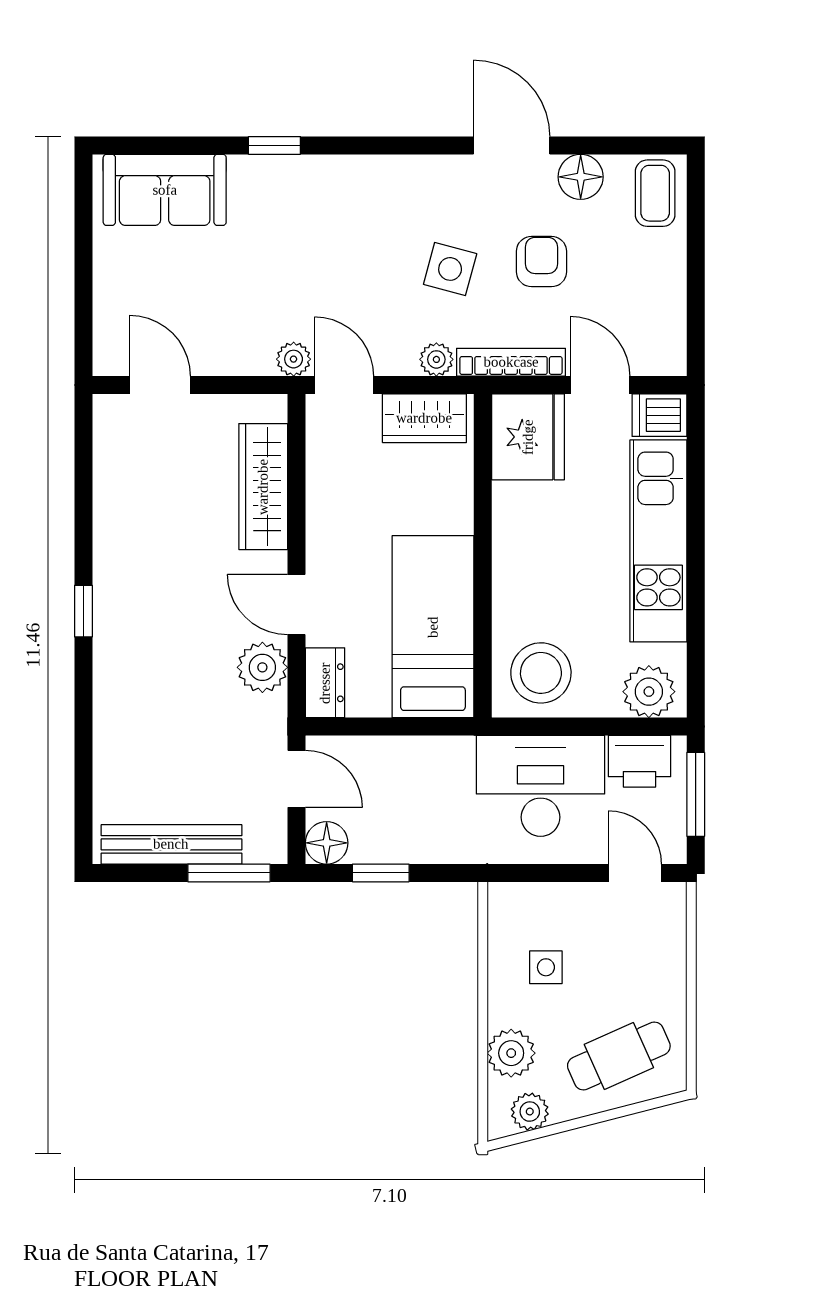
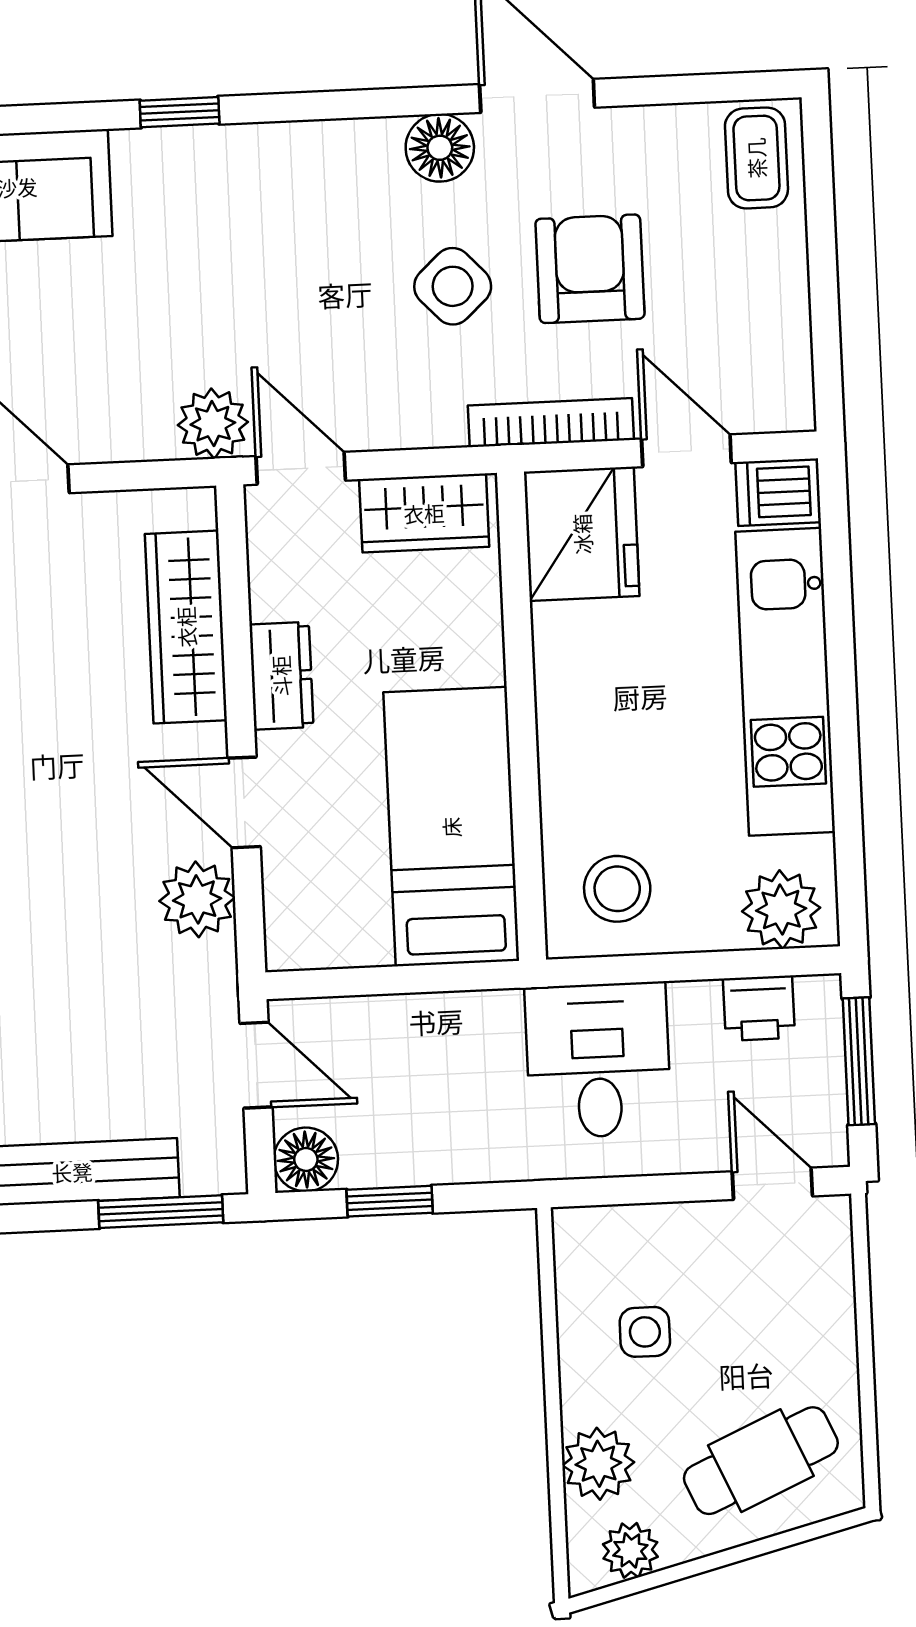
floor lamp: (581, 177) -> (440, 148), moved
armchair: (541, 262) -> (590, 269), width x1.38, depth x1.38
side table: (450, 269) -> (453, 286), turned 32
plant: (294, 359) -> (213, 424), width x1.38, depth x1.38
plant: (436, 359) -> (438, 424), removed
stool: (541, 673) -> (617, 889), width x0.73, depth x0.73
dresser: (325, 683) -> (281, 676), moved
printer: (639, 761) -> (759, 1008), width x0.73, depth x0.81
desk: (541, 786) -> (598, 1060), width x0.73

